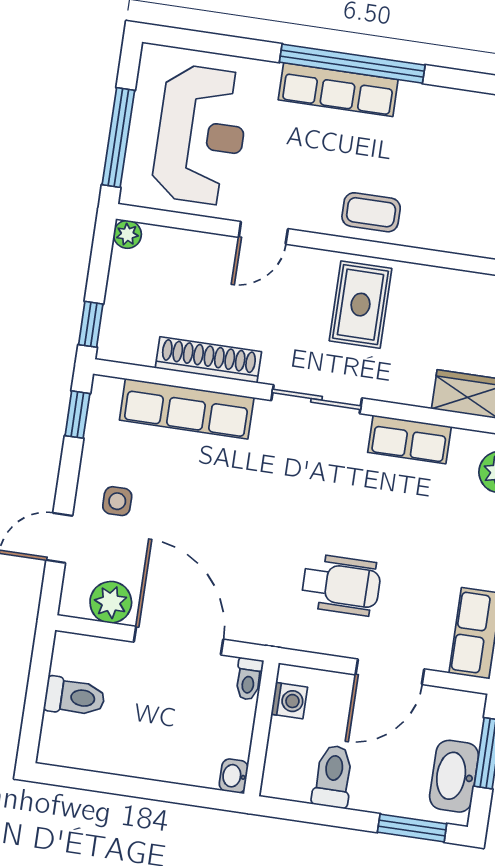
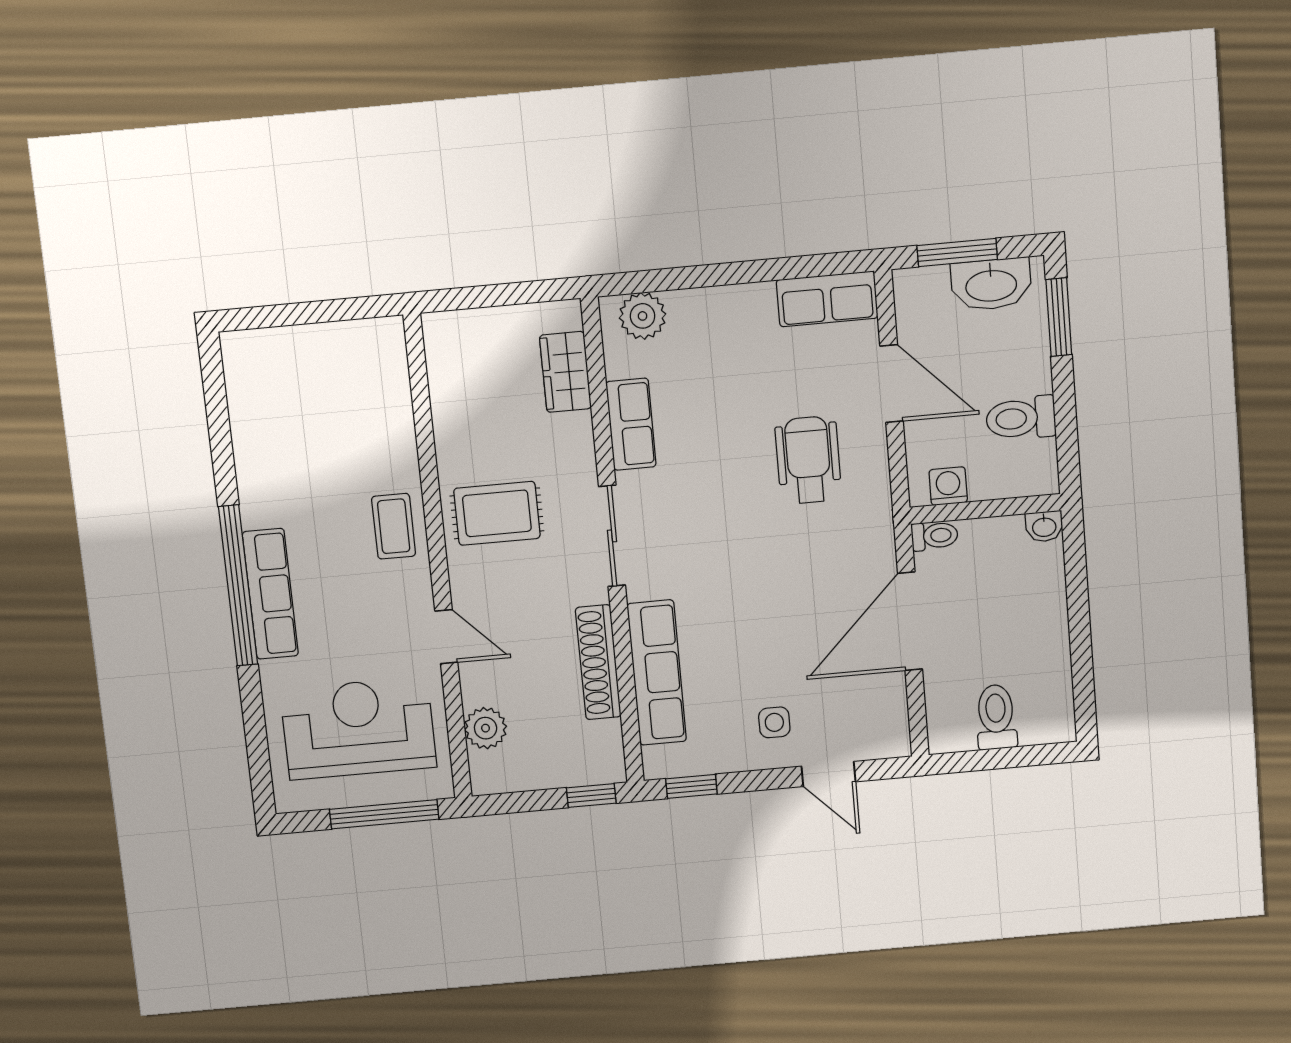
plant: (127, 234) -> (486, 728), moved, width x1.38, depth x1.38
plant: (111, 602) -> (885, 703), removed

